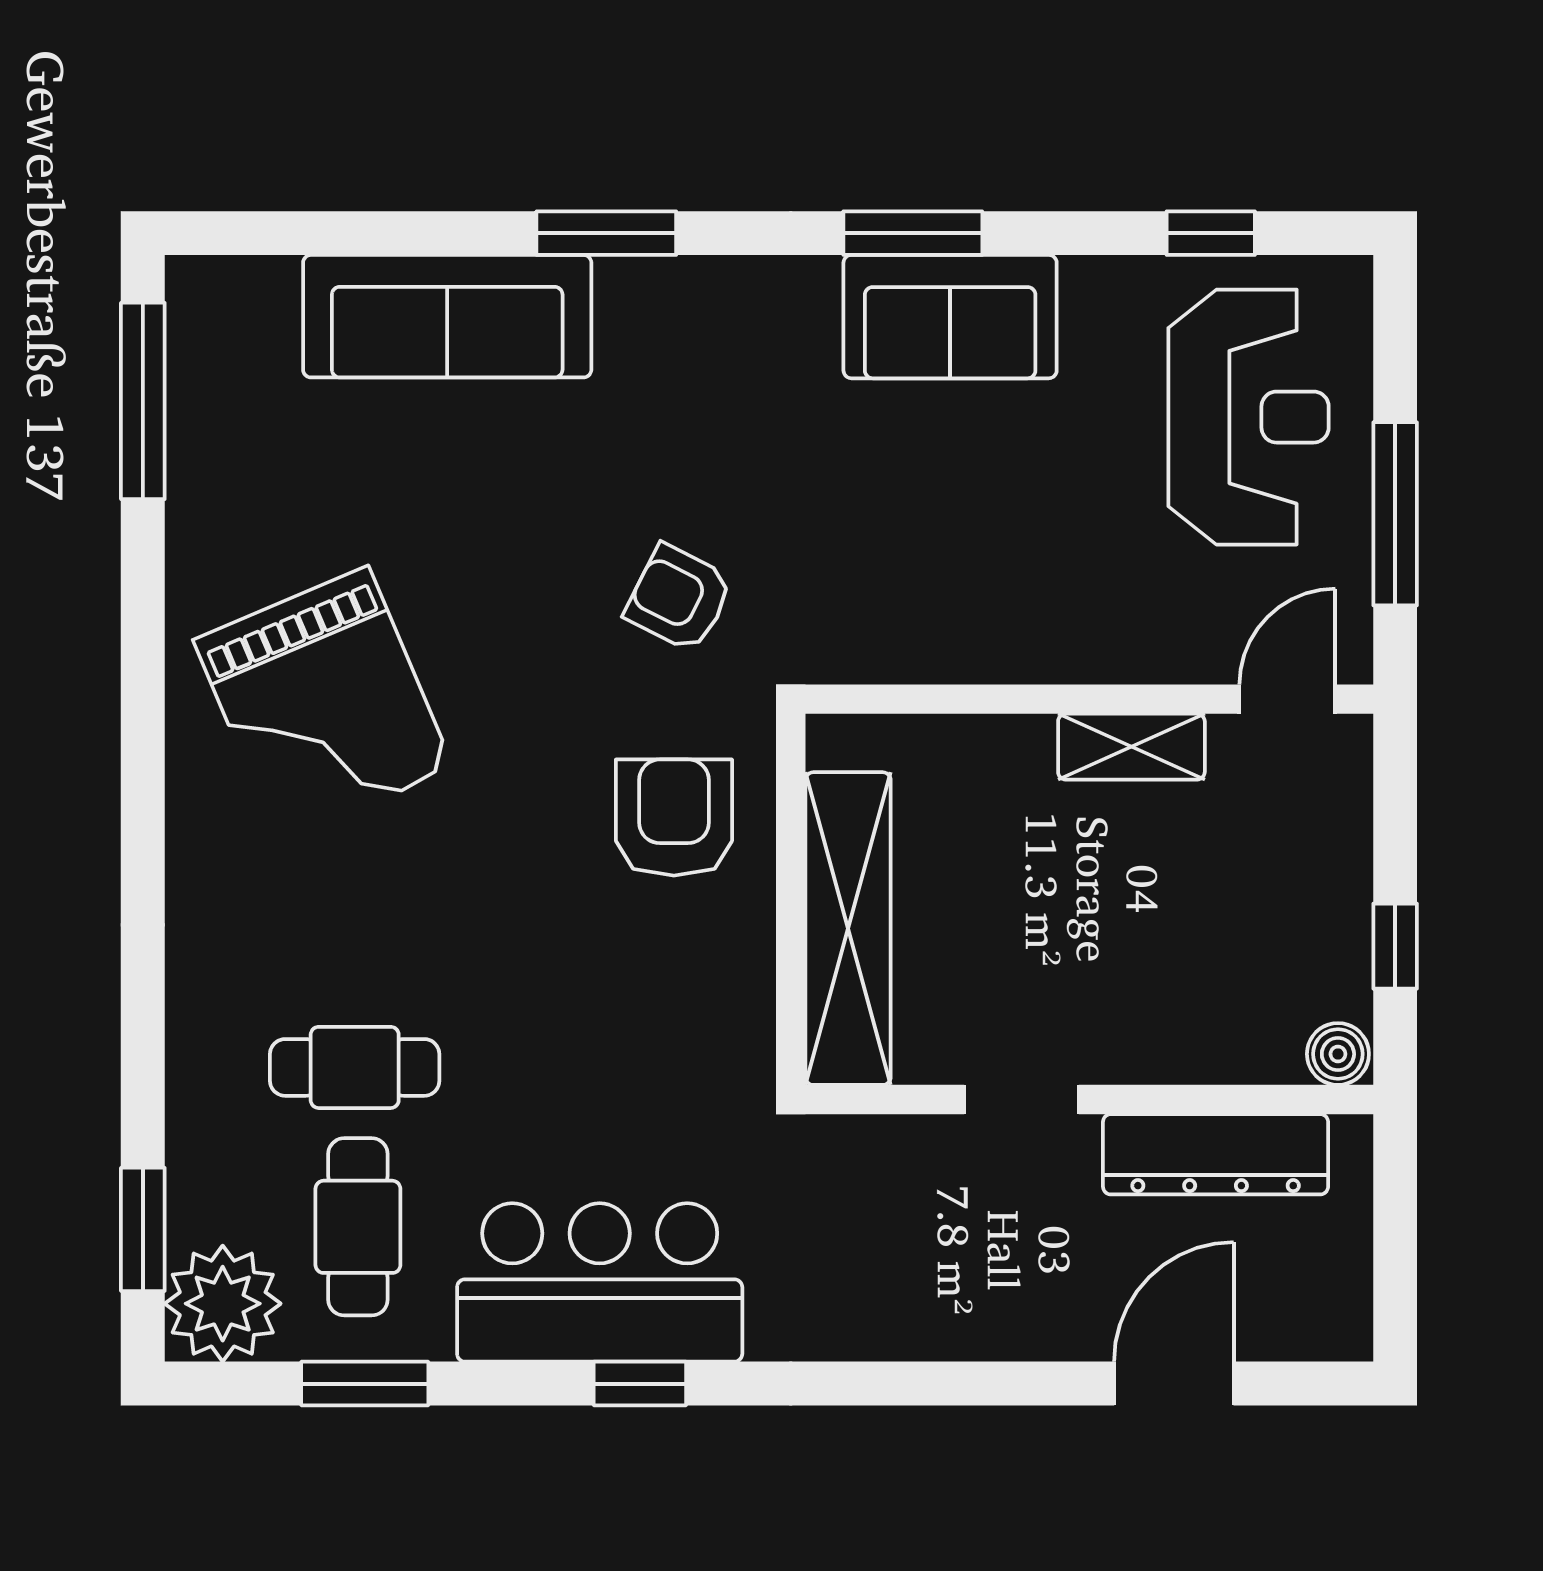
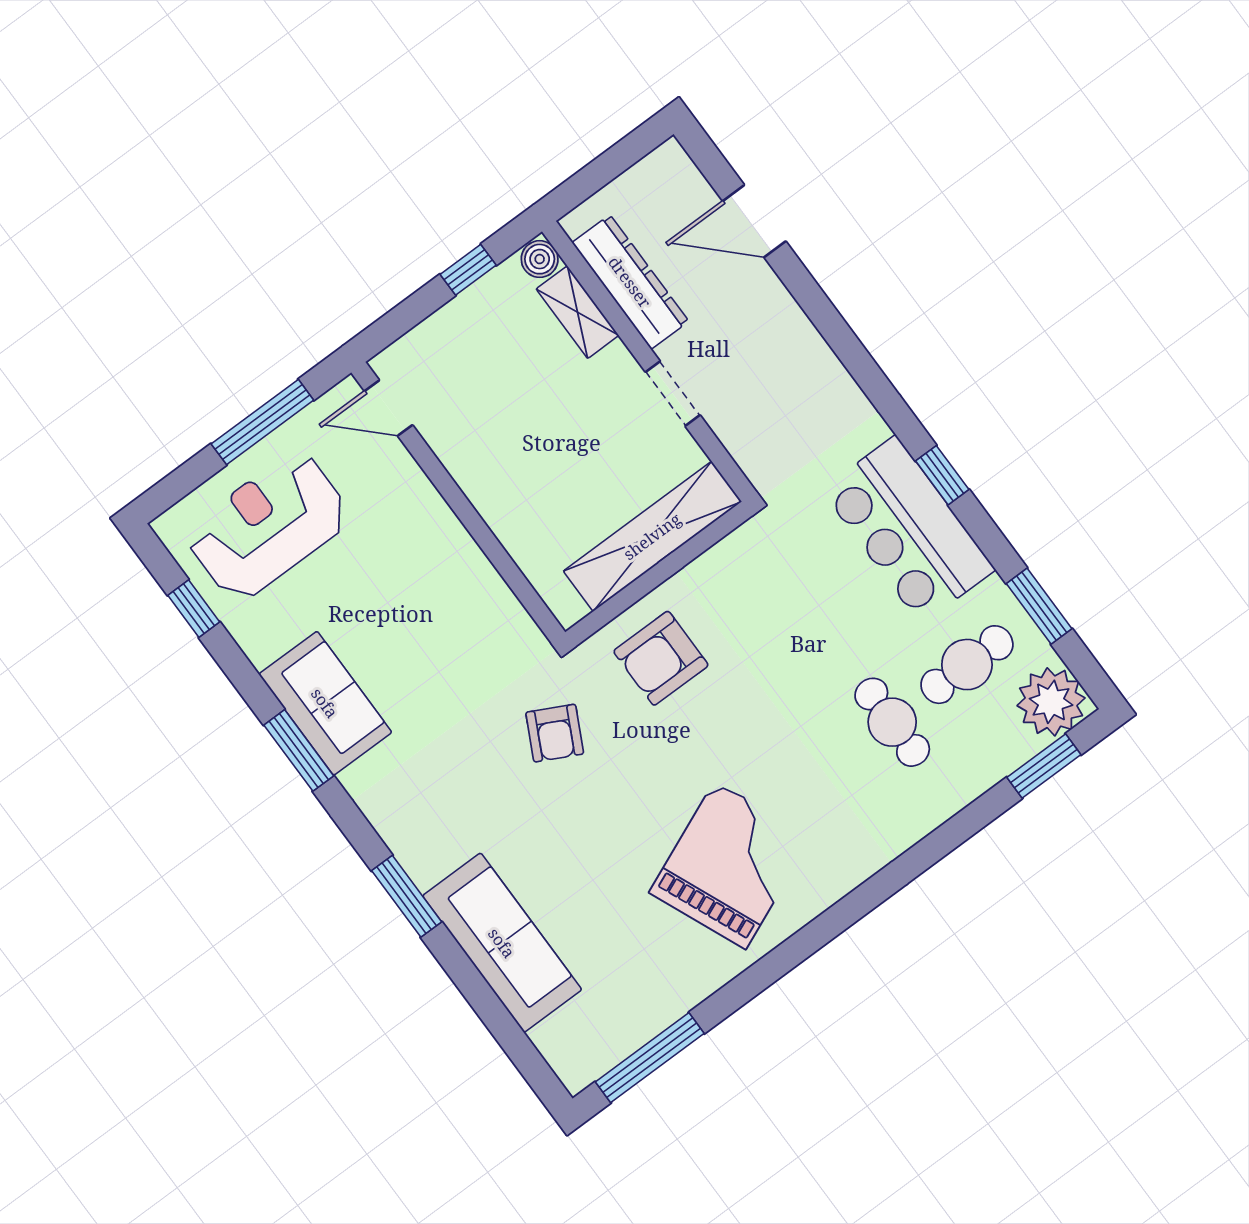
shelving: (1131, 747) -> (577, 312), moved

